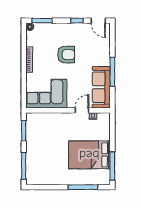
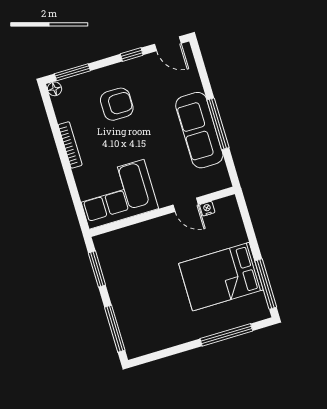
armchair: (66, 55) -> (117, 104), moved
sofa: (101, 87) -> (199, 130), moved
door: (82, 110) -> (186, 205), swing flipped

